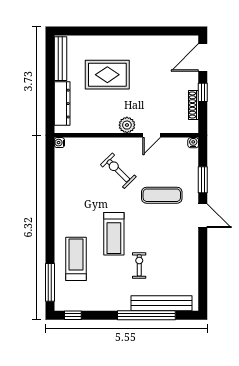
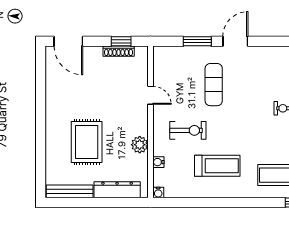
window: (203, 92) -> (121, 41), moved
plant: (127, 125) -> (140, 145), moved
water cooler: (193, 143) -> (158, 162), moved
exercise bike: (118, 171) -> (188, 130), turned -135
treadmill: (114, 234) -> (217, 166), moved

